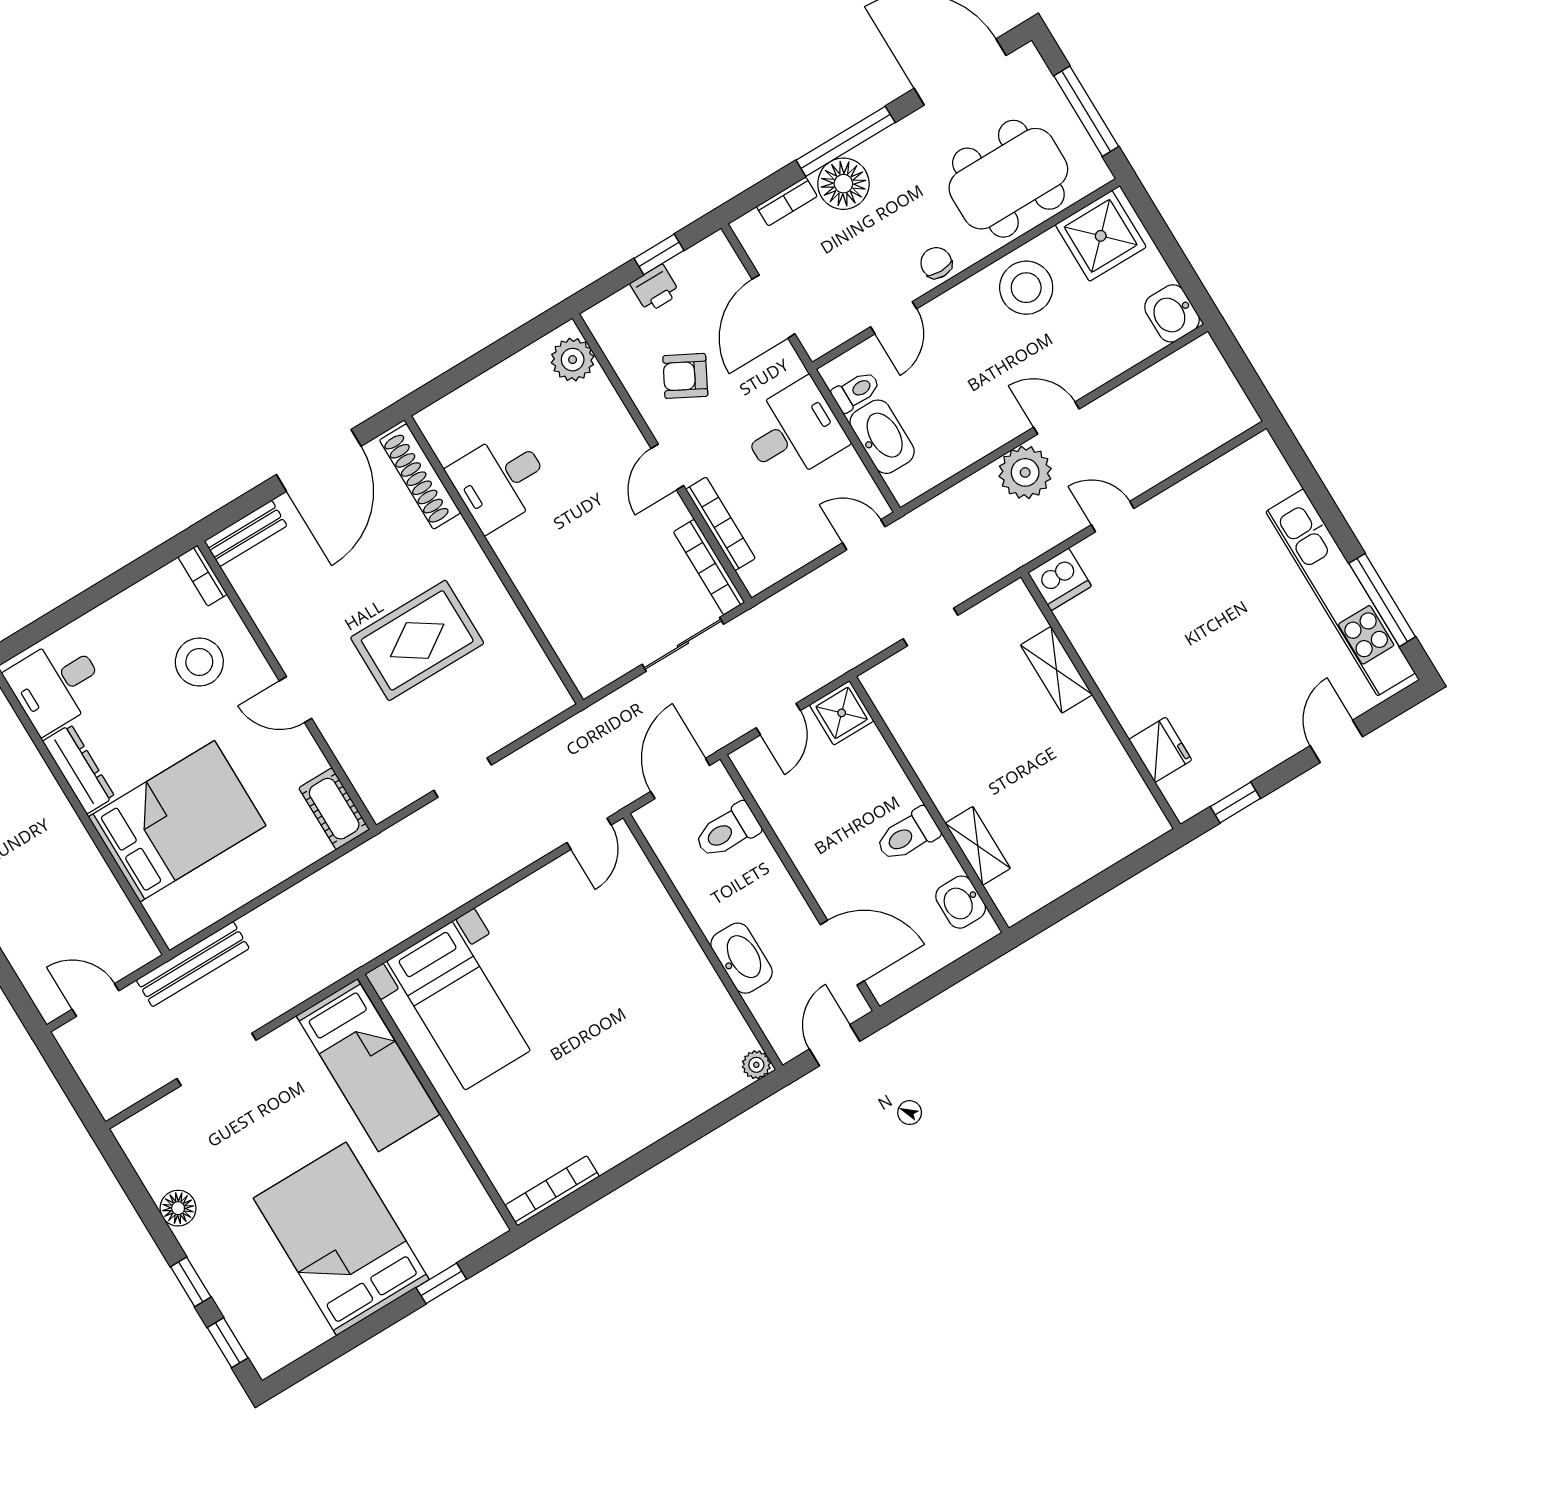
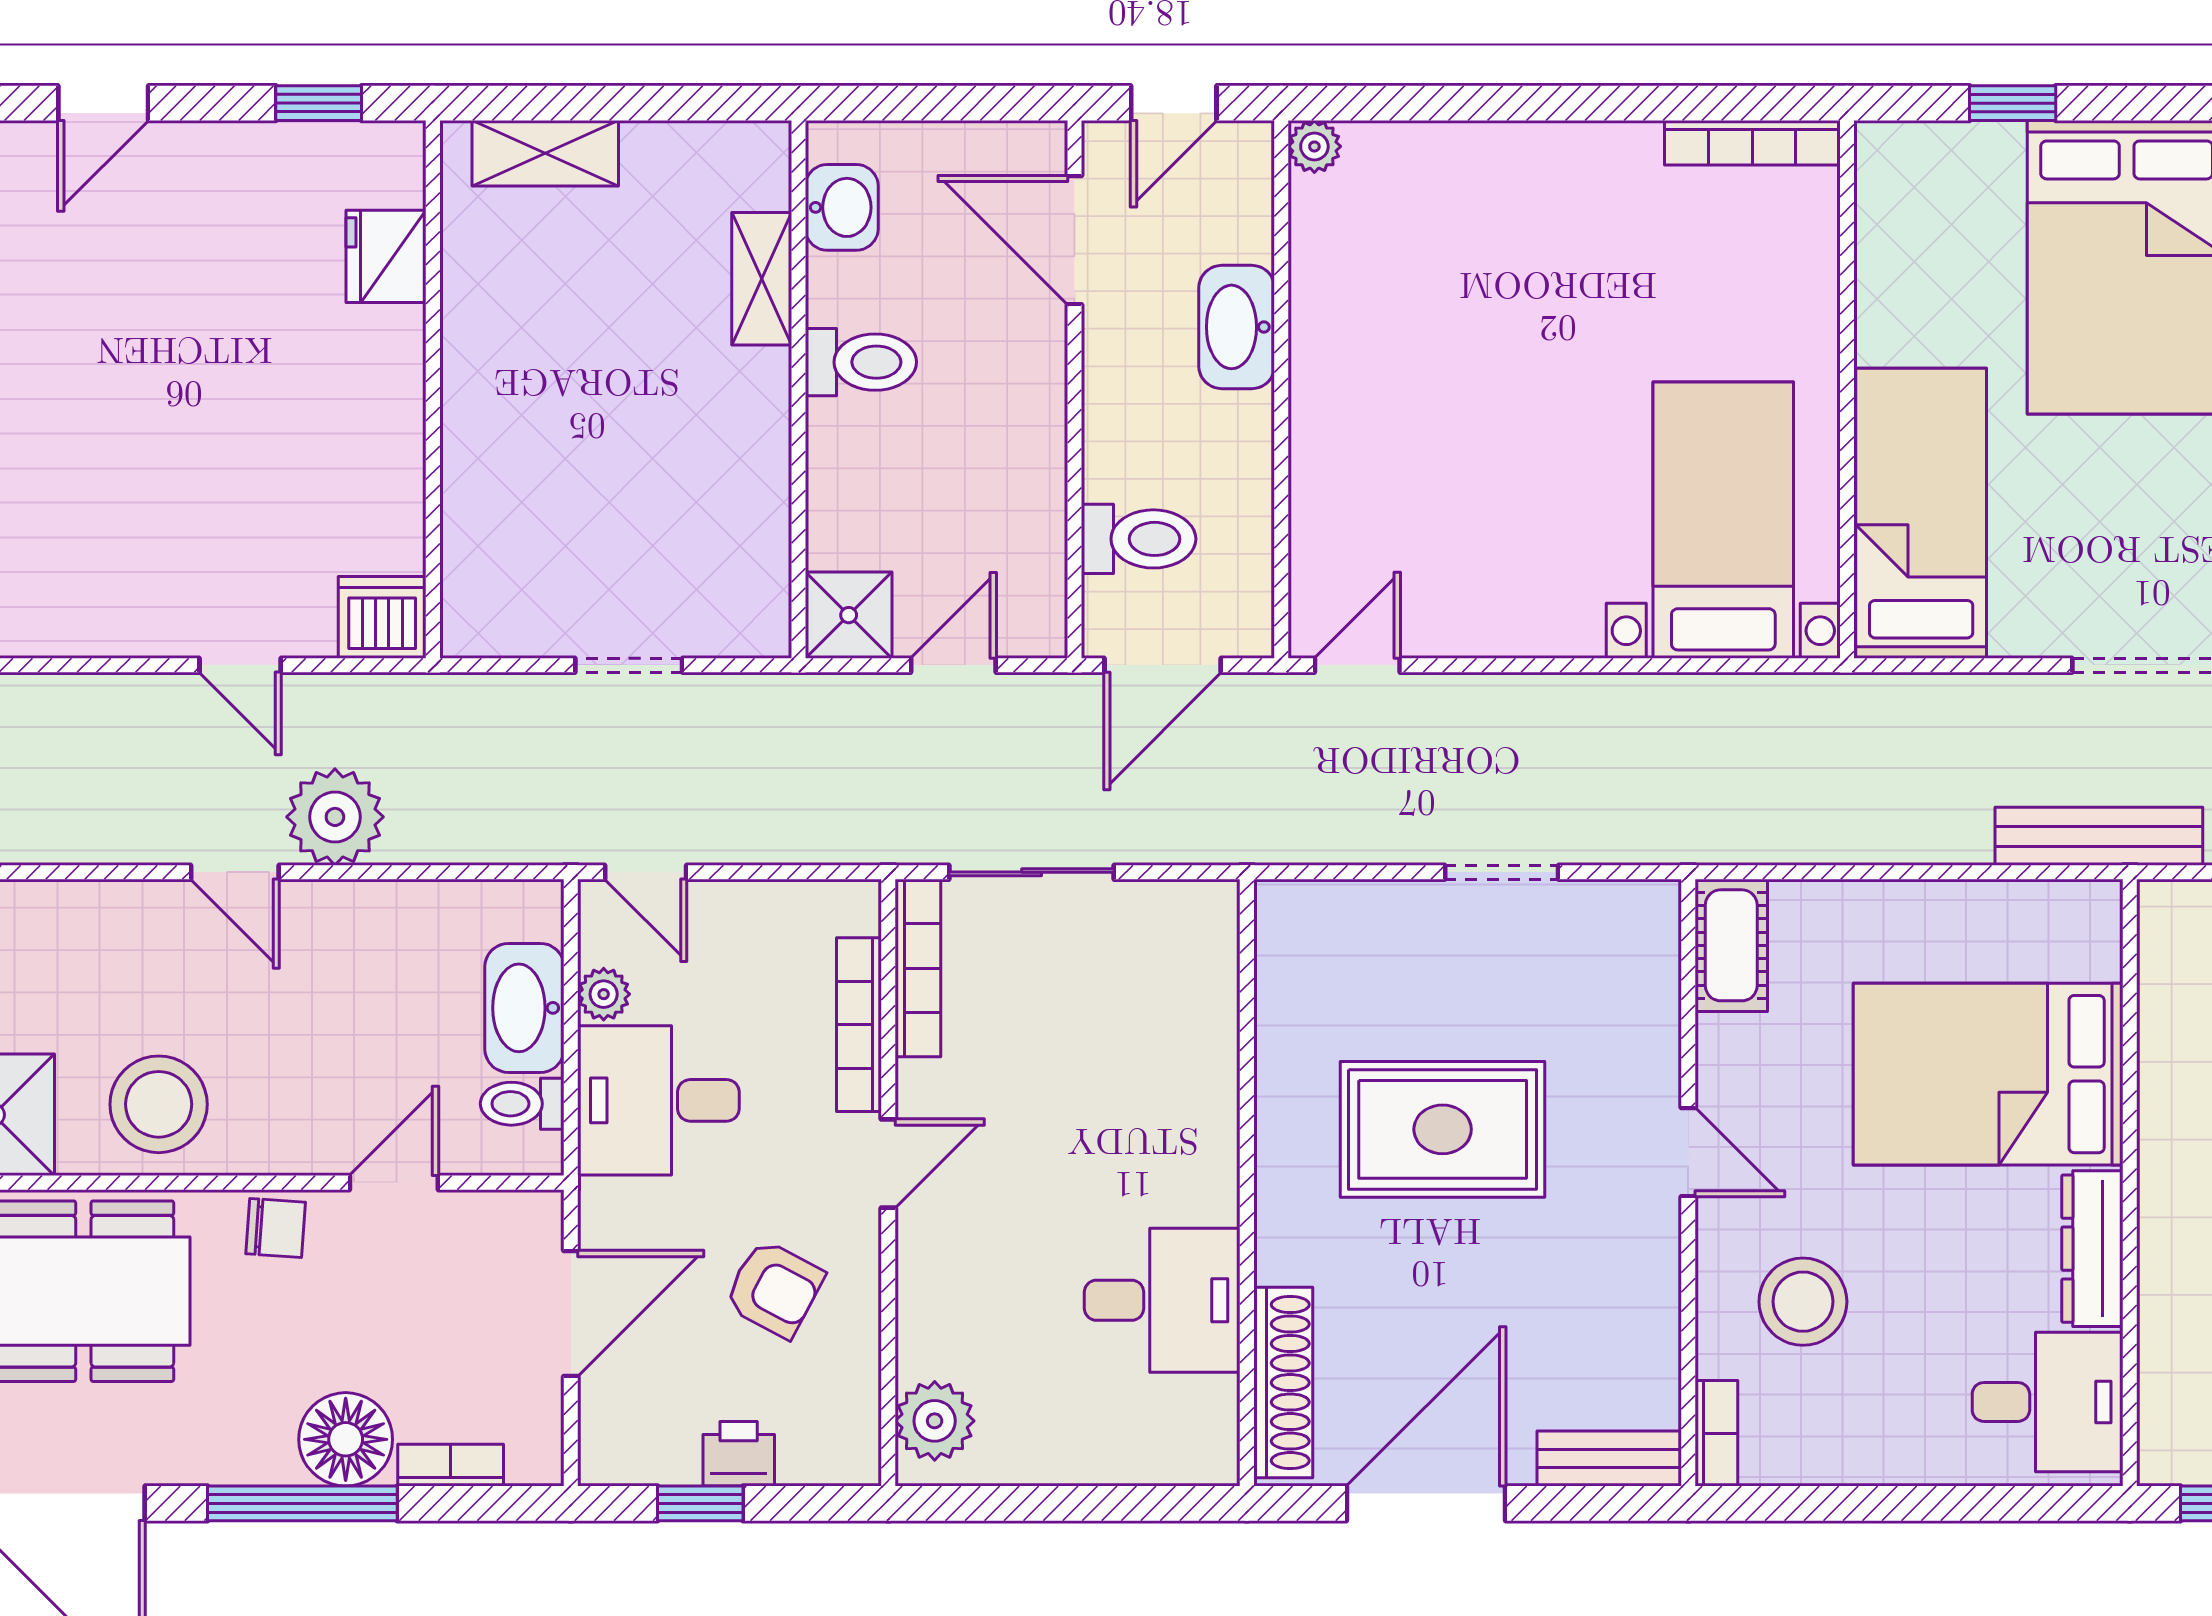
chair: (936, 263) -> (276, 1228), turned -86
plant: (849, 466) -> (604, 994), added
shelving: (1056, 670) -> (545, 153), moved, turned 90

